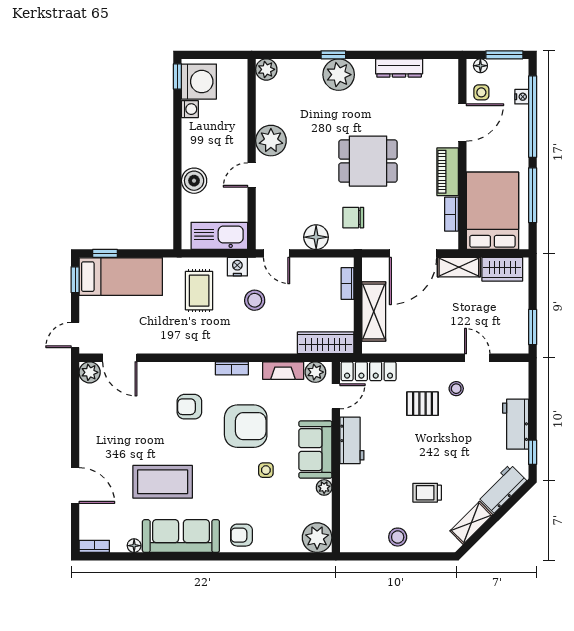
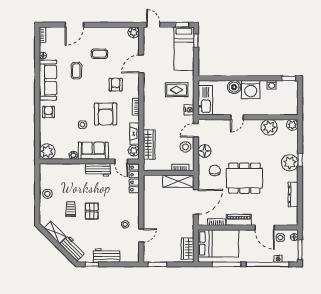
washing machine: (199, 82) -> (251, 90), moved
plant: (271, 141) -> (269, 127), moved
dining table: (368, 161) -> (244, 178), width x1.38
door: (252, 175) -> (237, 117), swing flipped
door: (413, 253) -> (196, 202), swing flipped
shelving: (459, 267) -> (189, 226), removed
stool: (255, 300) -> (186, 147), moved
shelving: (374, 311) -> (178, 181), moved
wardrobe: (326, 343) -> (149, 145), moved
door: (120, 358) -> (141, 64), moved
pallet: (422, 404) -> (92, 211), moved
coffee table: (131, 438) -> (99, 54), added
coffee table: (163, 482) -> (76, 71), width x0.54, depth x0.58

